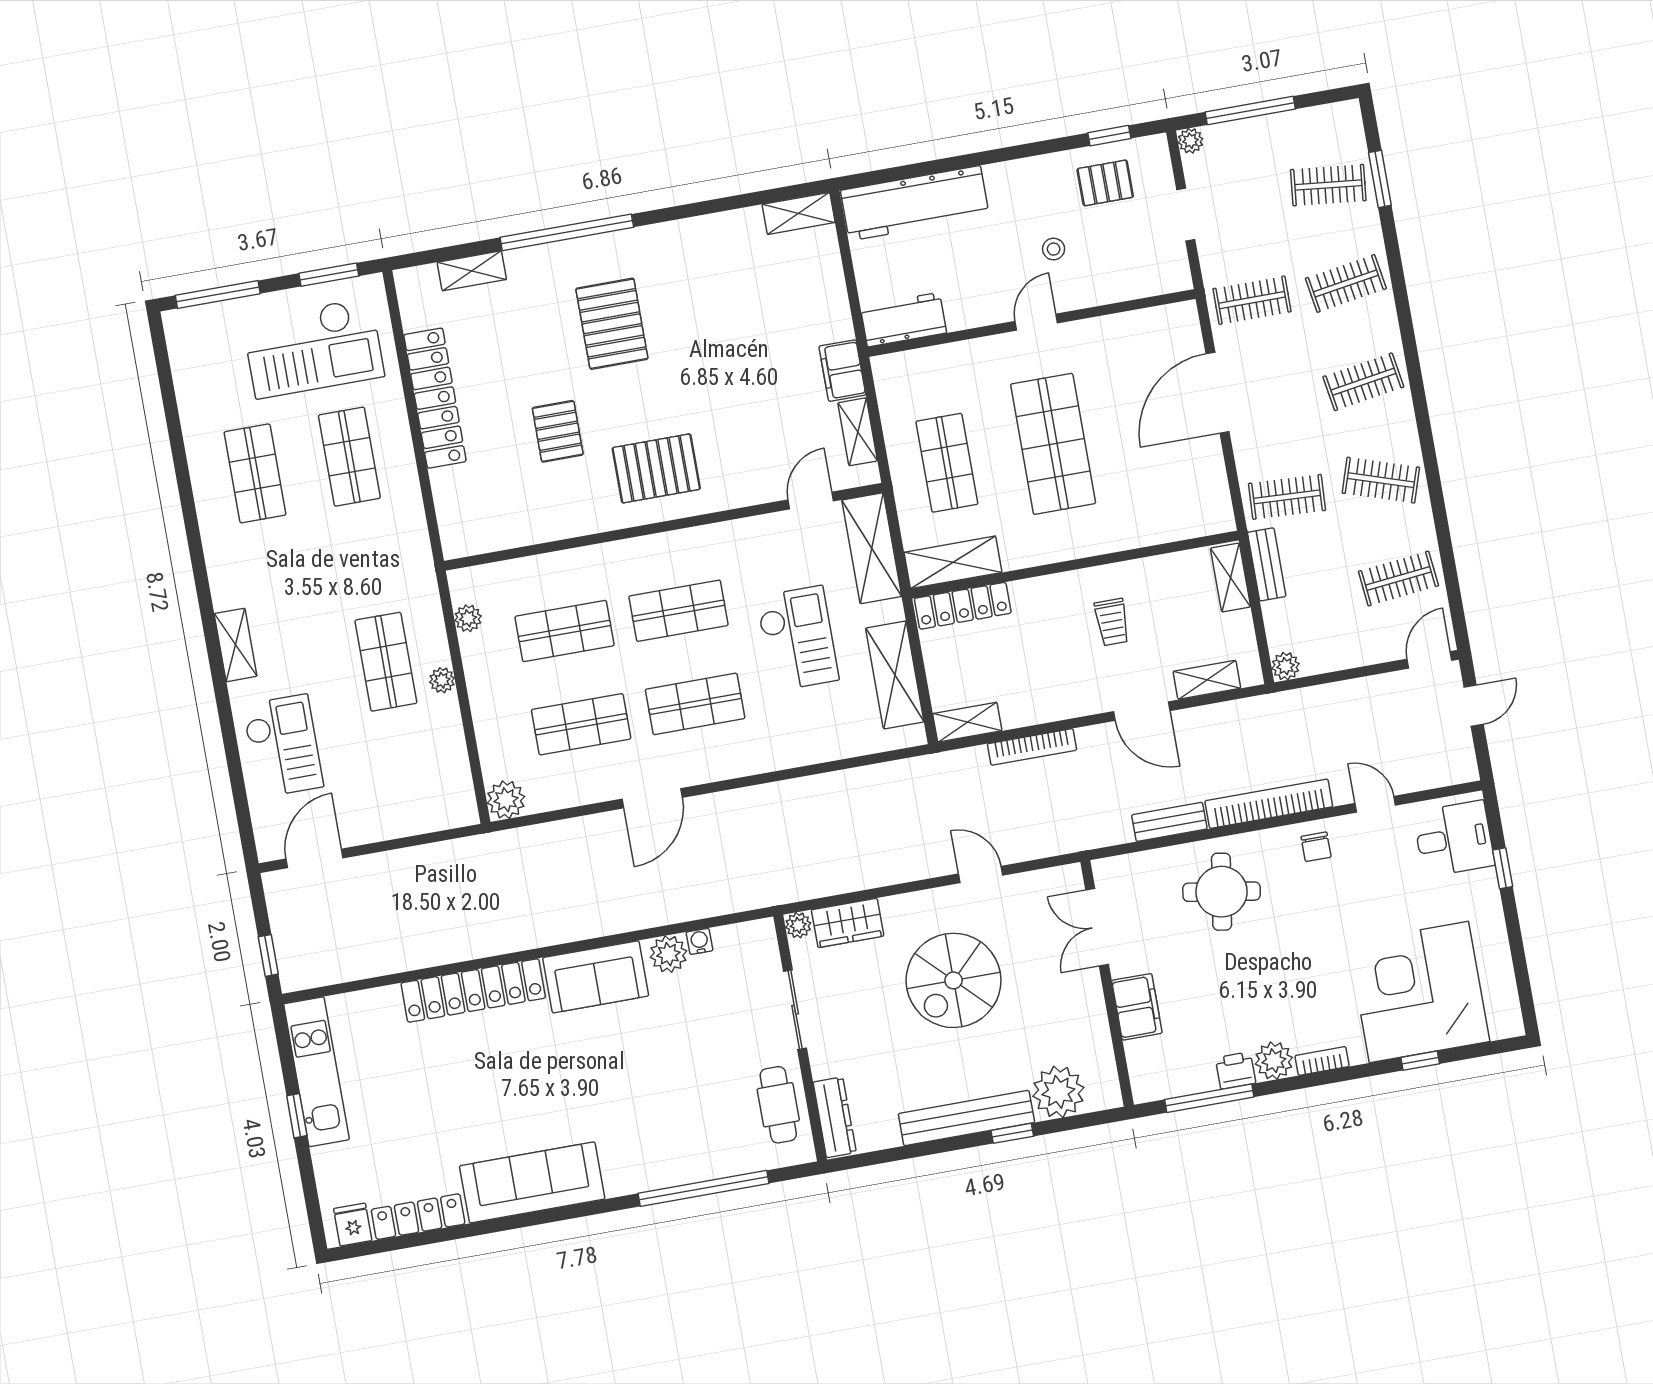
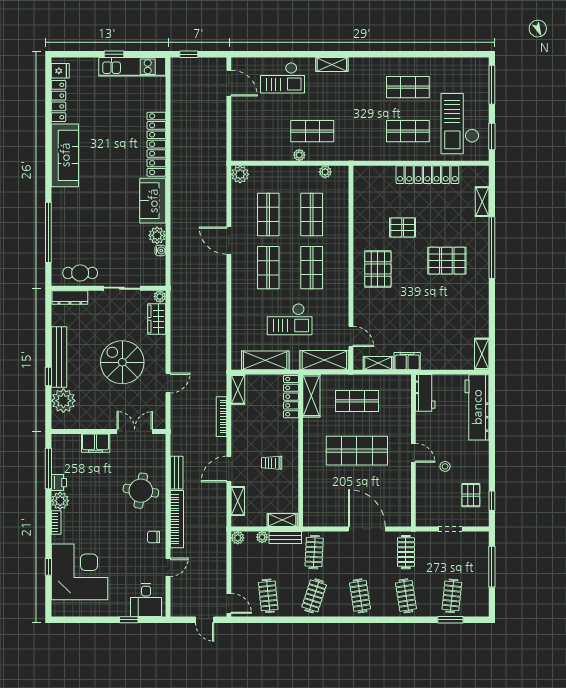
plant: (1190, 141) -> (262, 537), moved

